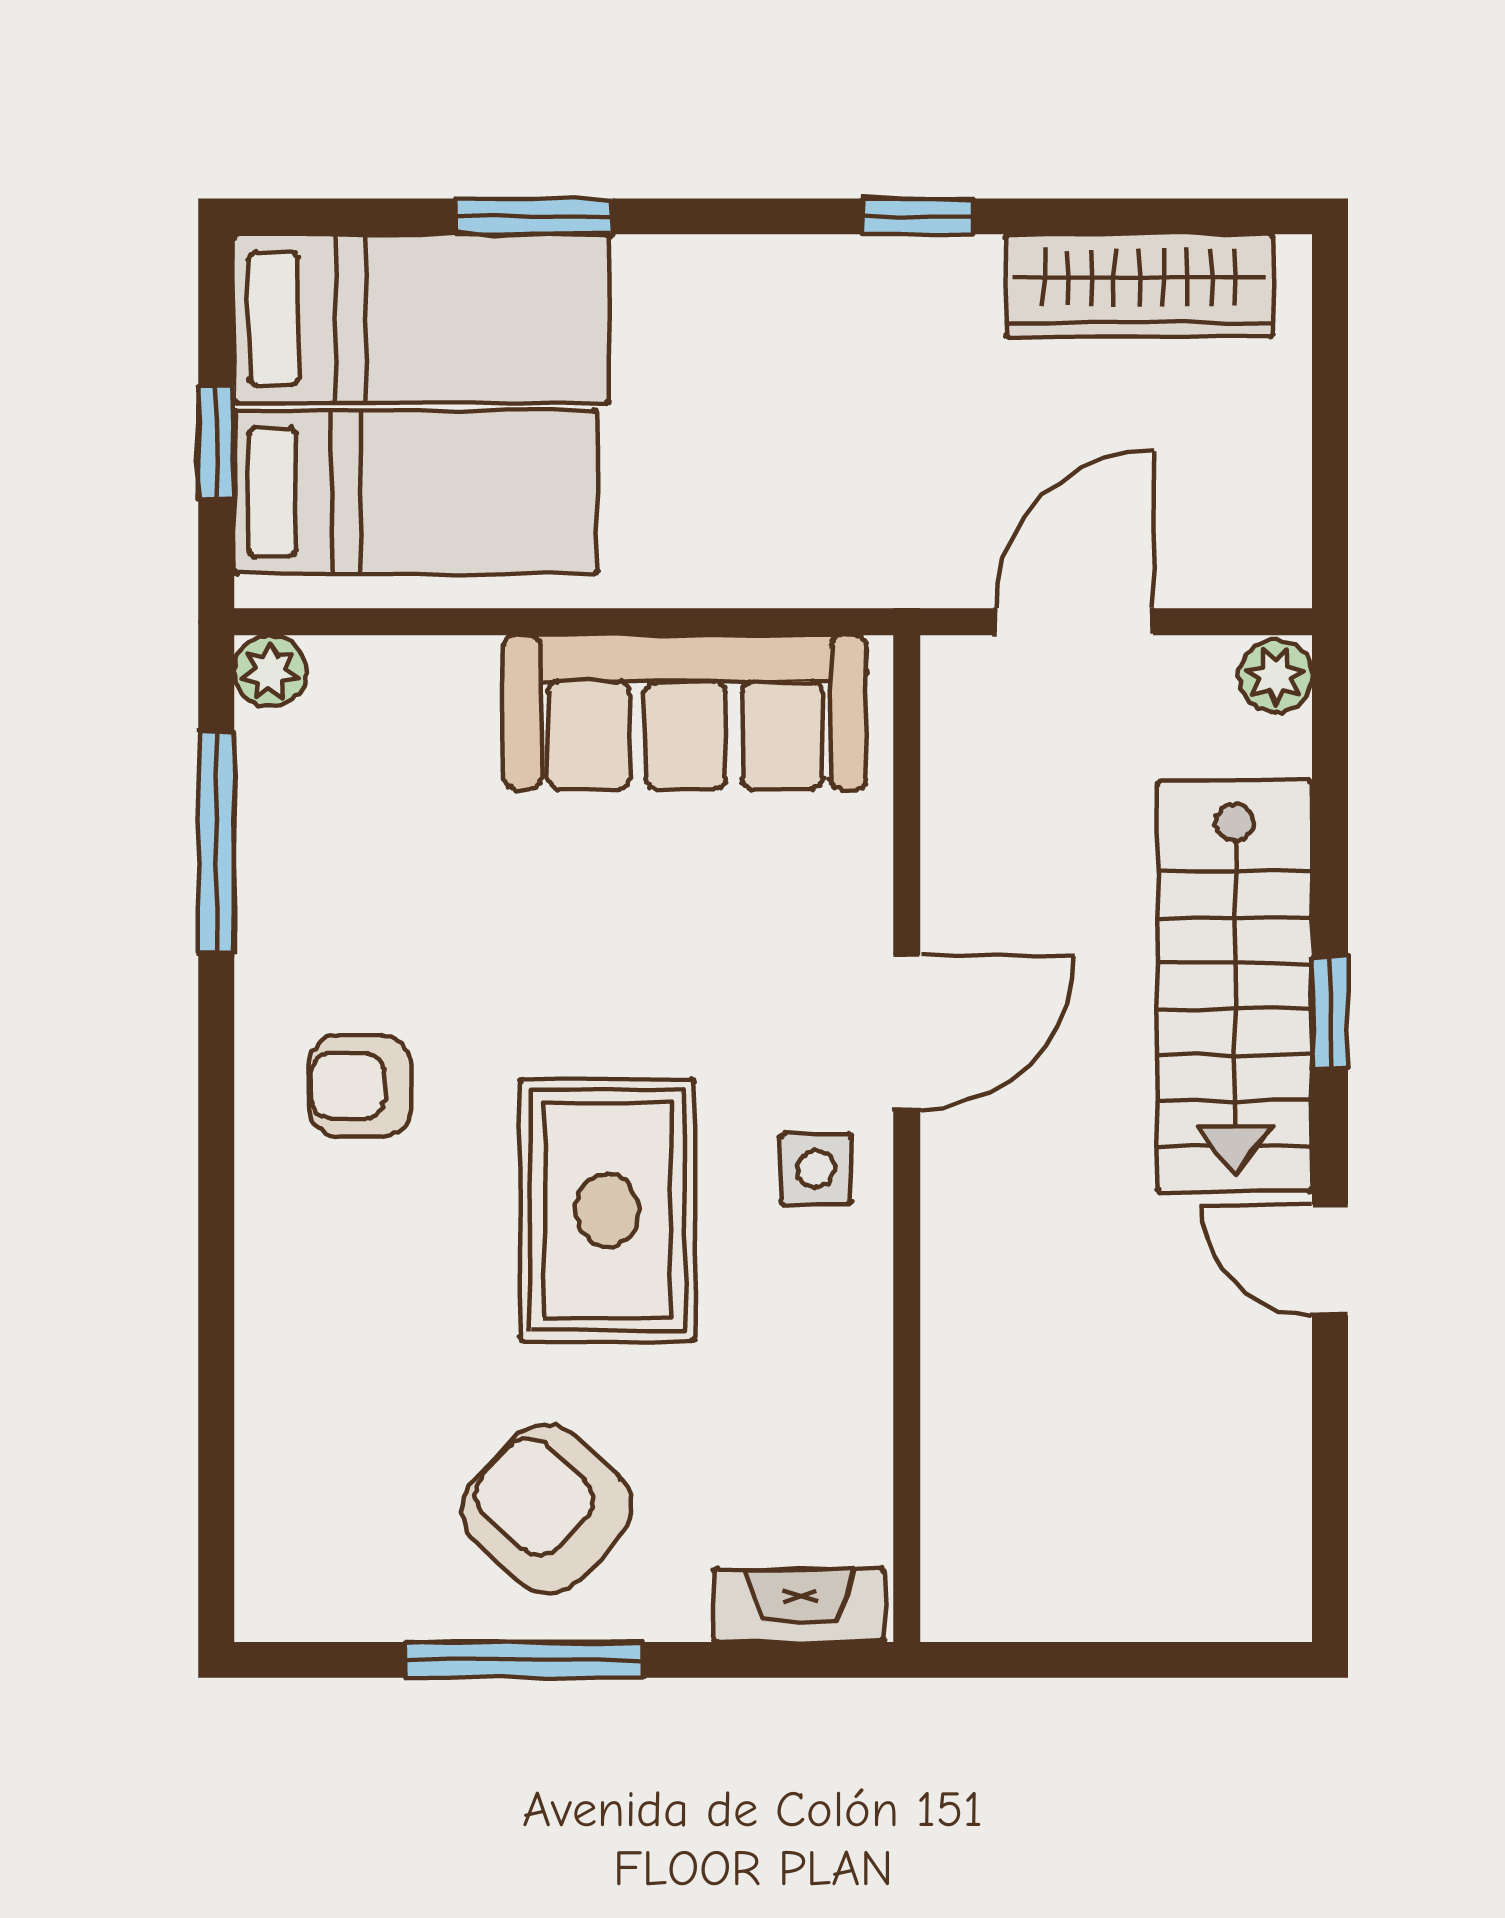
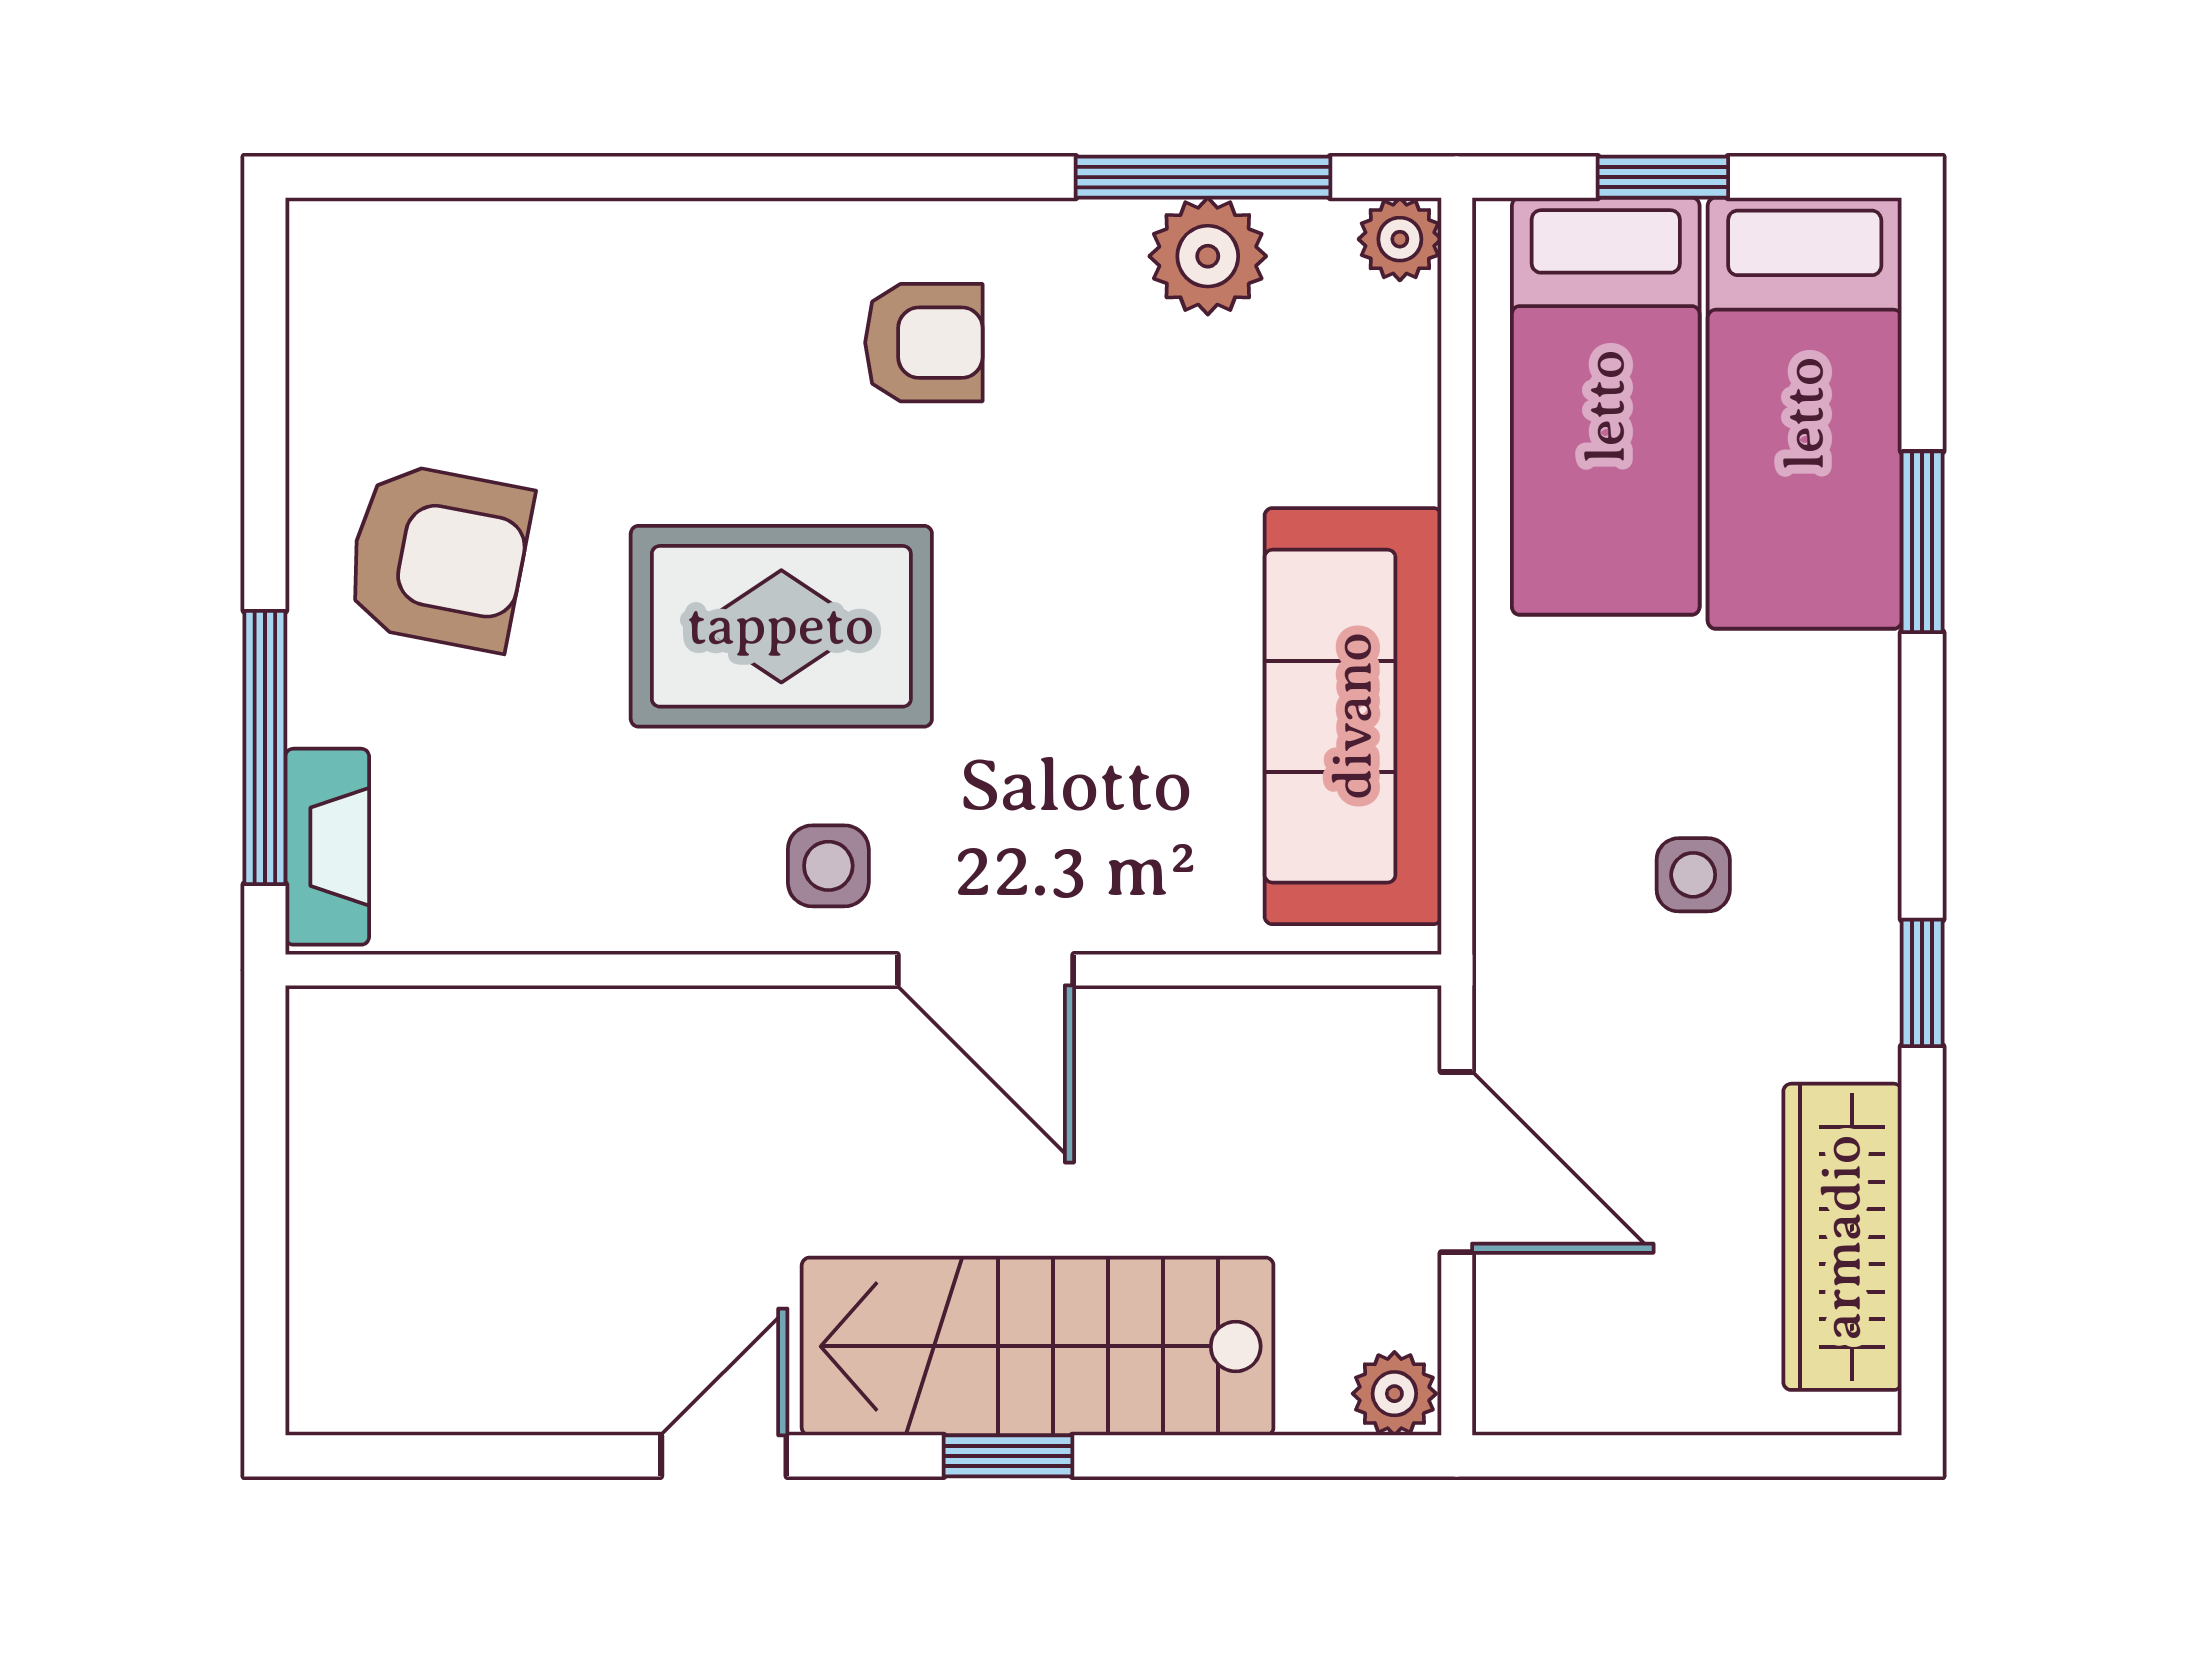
side table: (824, 416) -> (1693, 875), added
plant: (285, 839) -> (1208, 256), added
armchair: (360, 1086) -> (924, 343), turned 90
armchair: (547, 1509) -> (438, 557), turned 58
window: (524, 1660) -> (265, 747), moved

